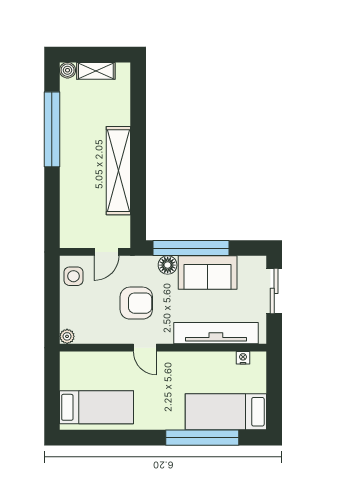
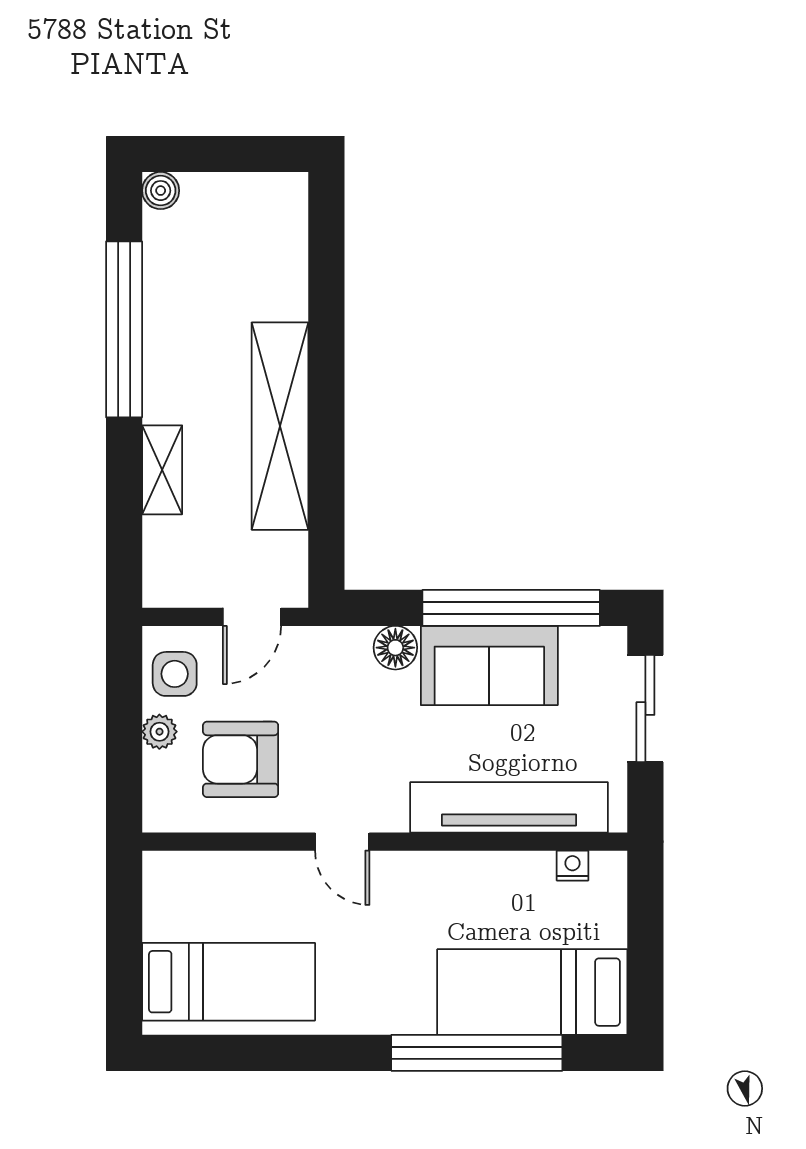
shelving: (96, 71) -> (162, 470), moved, turned 90
window: (191, 248) -> (511, 608), moved
armchair: (136, 303) -> (241, 759), moved, turned 180
plant: (67, 336) -> (159, 732), moved

